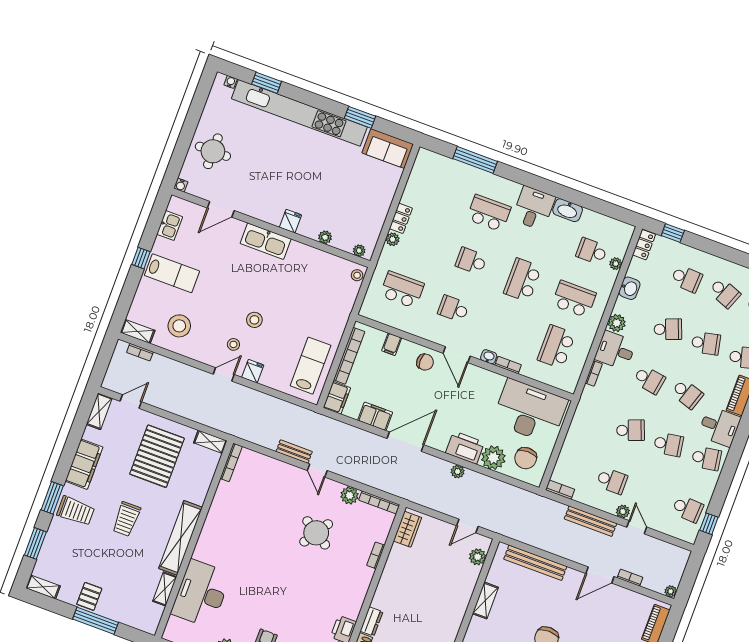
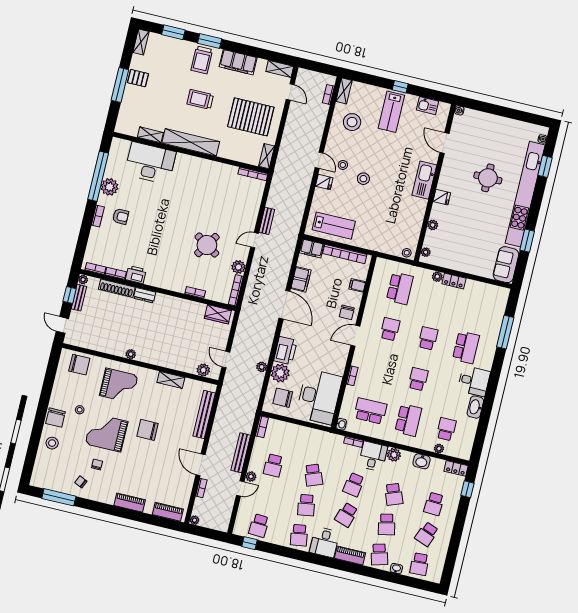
round table: (213, 151) -> (488, 178), moved
school desk: (523, 280) -> (418, 379), width x0.54
washbasin: (489, 357) -> (341, 424), moved
plant: (458, 472) -> (262, 367), moved

